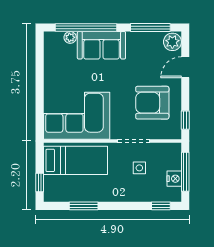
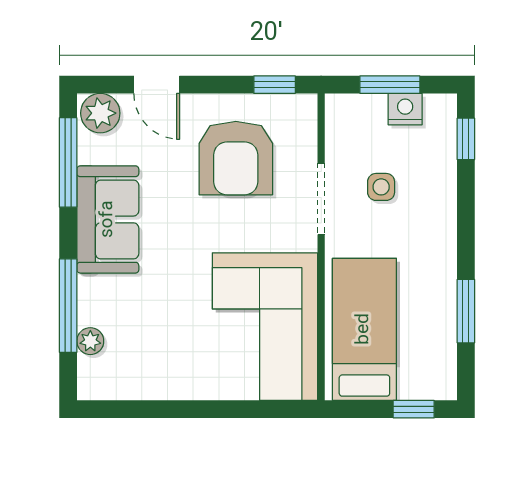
window: (86, 27) -> (68, 306), width x0.68
sofa: (101, 45) -> (108, 219), moved
window: (185, 172) -> (390, 85), width x0.69

